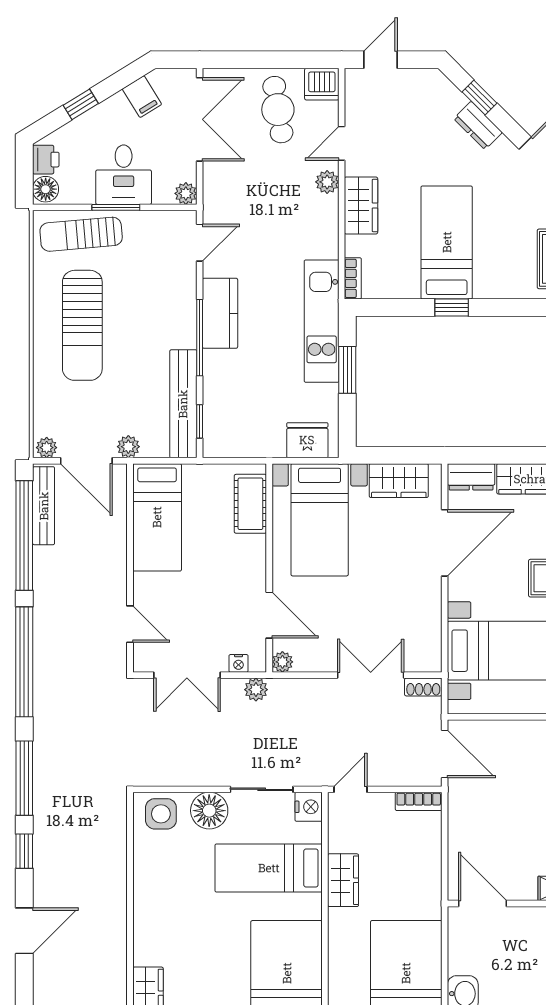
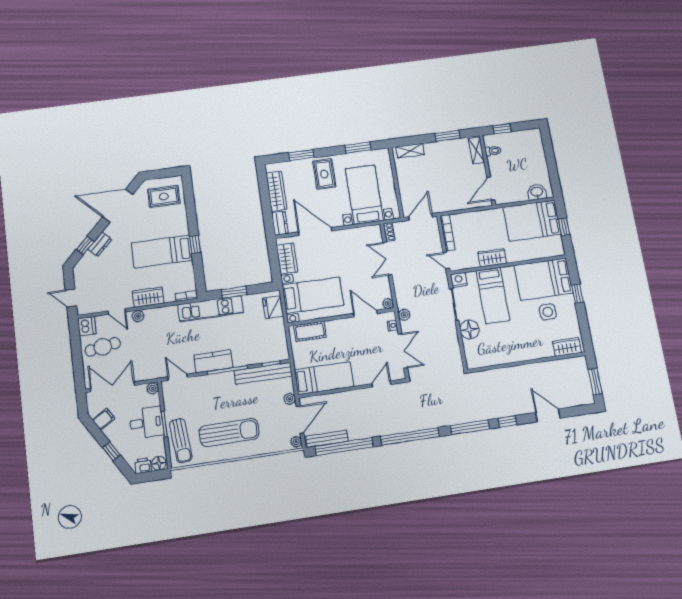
door: (269, 615) -> (365, 314), hinge flipped
bookcase: (419, 801) -> (447, 233), width x1.56
side table: (161, 814) -> (548, 312), moved

